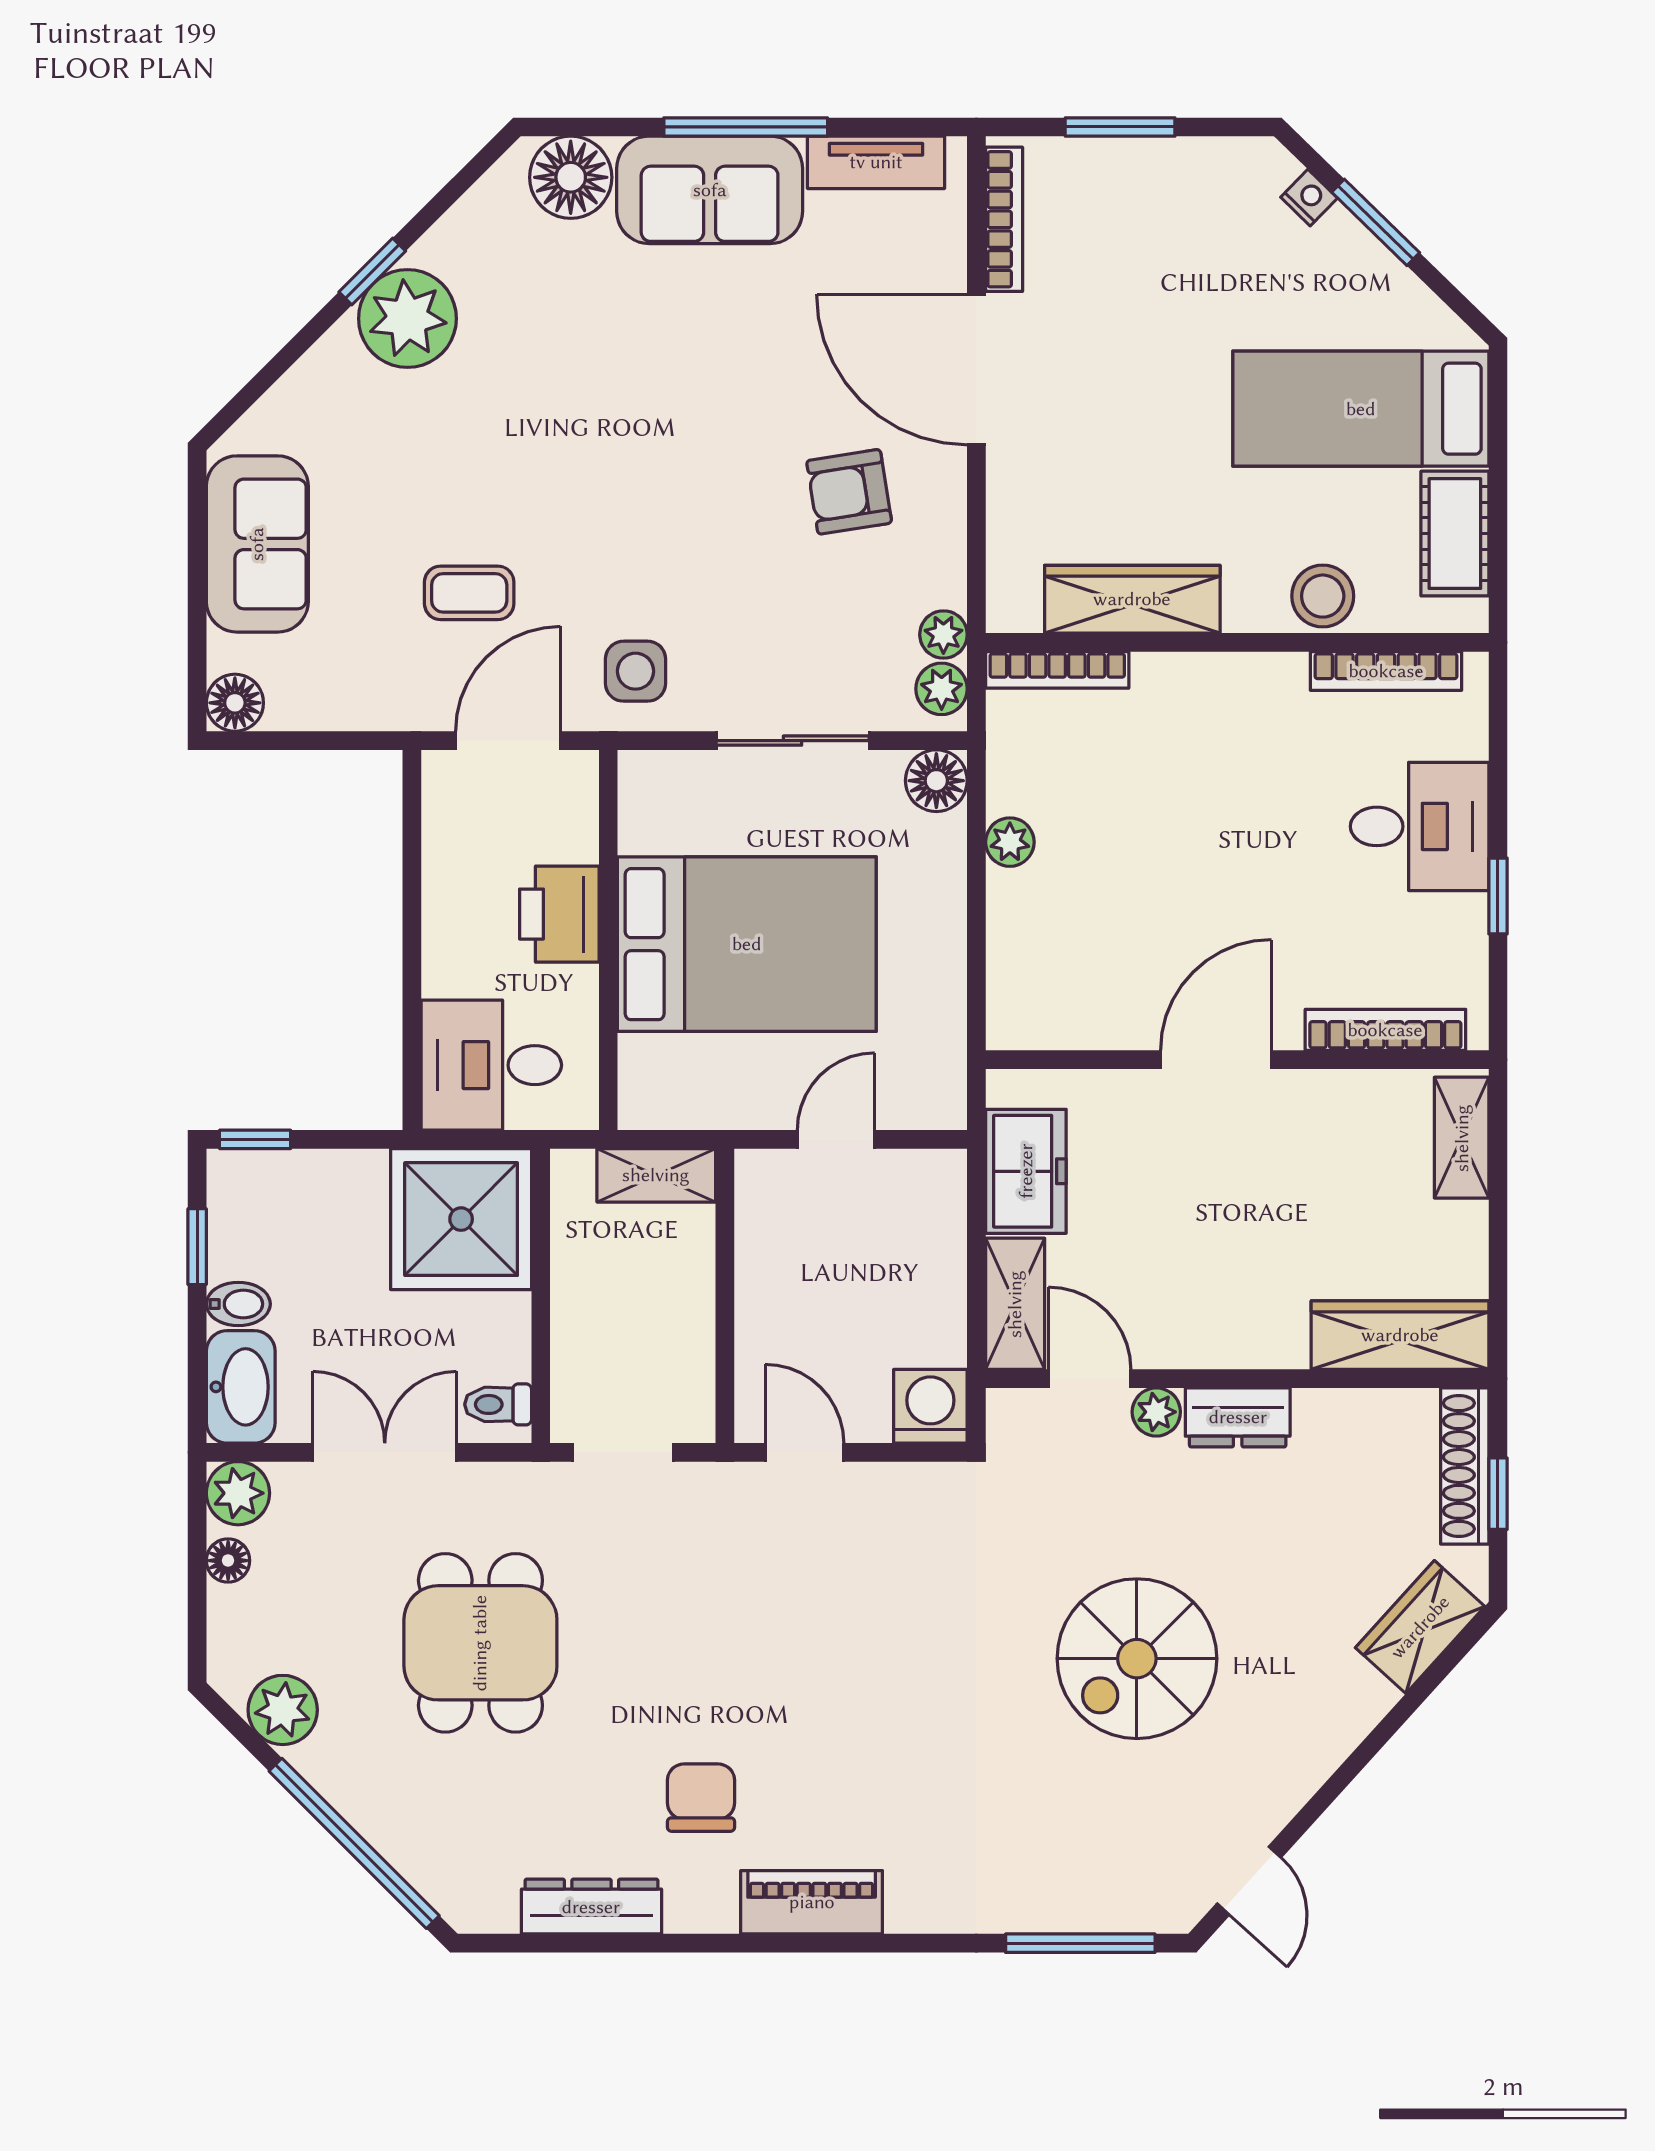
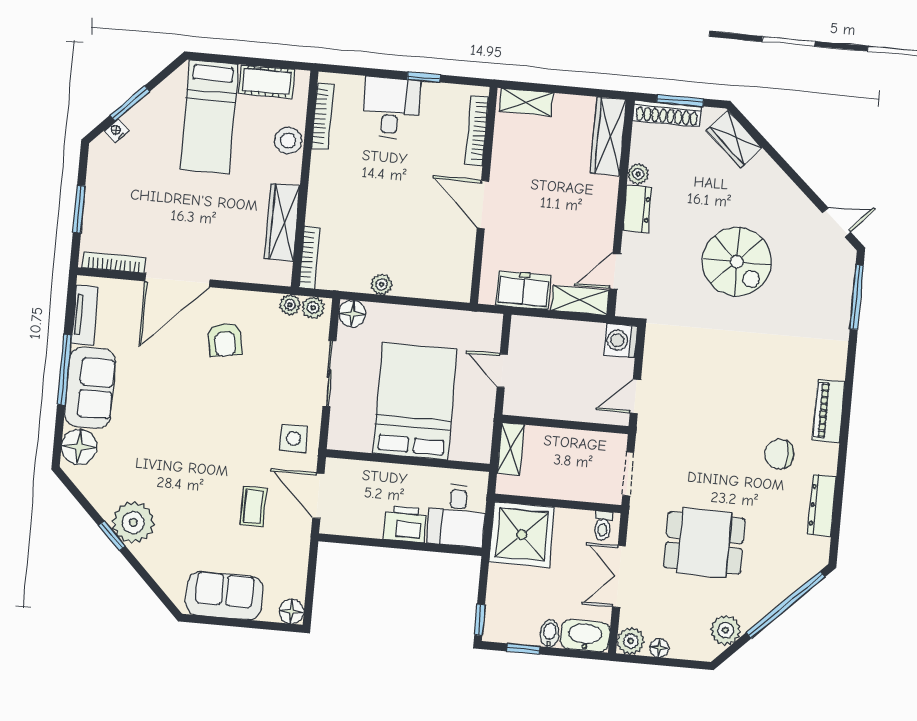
printer: (559, 914) -> (405, 524), moved, turned 180
plant: (1156, 1412) -> (638, 174), moved
window: (1498, 1494) -> (680, 100), width x1.50

